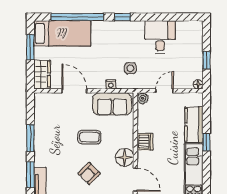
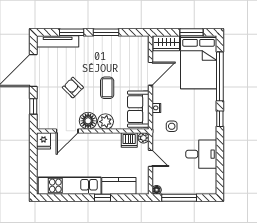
bed: (62, 33) -> (199, 62), width x1.50
window: (206, 60) -> (179, 198), width x2.17
plant: (125, 139) -> (105, 122), added
dishwasher: (145, 142) -> (129, 140), moved

